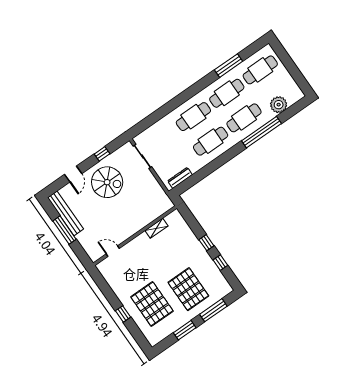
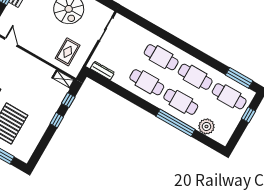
window: (286, 60) -> (248, 115), added
window: (229, 66) -> (239, 78), moved
rug: (147, 202) -> (68, 52), added
shelving: (156, 228) -> (63, 79), moved
window: (220, 263) -> (68, 100), moved

